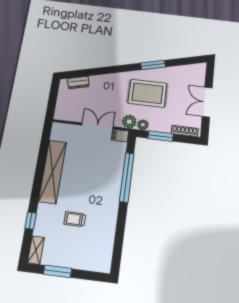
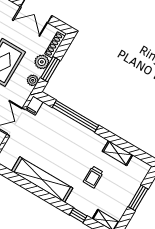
plant: (129, 122) -> (42, 62), moved
shelving: (108, 233) -> (118, 153), added
window: (58, 271) -> (138, 198), moved

